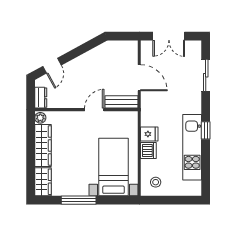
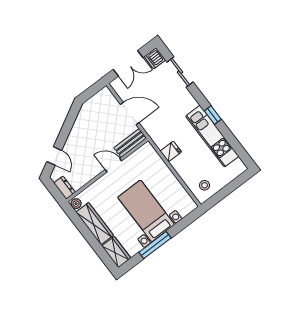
door: (94, 110) -> (113, 165), hinge flipped
dishwasher: (148, 151) -> (155, 58), moved, turned 180
bed with nightstands: (113, 167) -> (146, 211), moved

